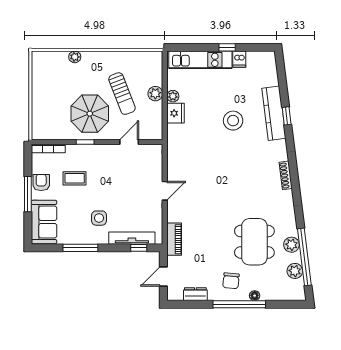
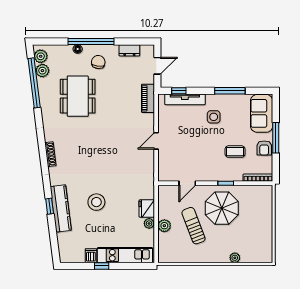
plant: (291, 245) -> (41, 56), moved

